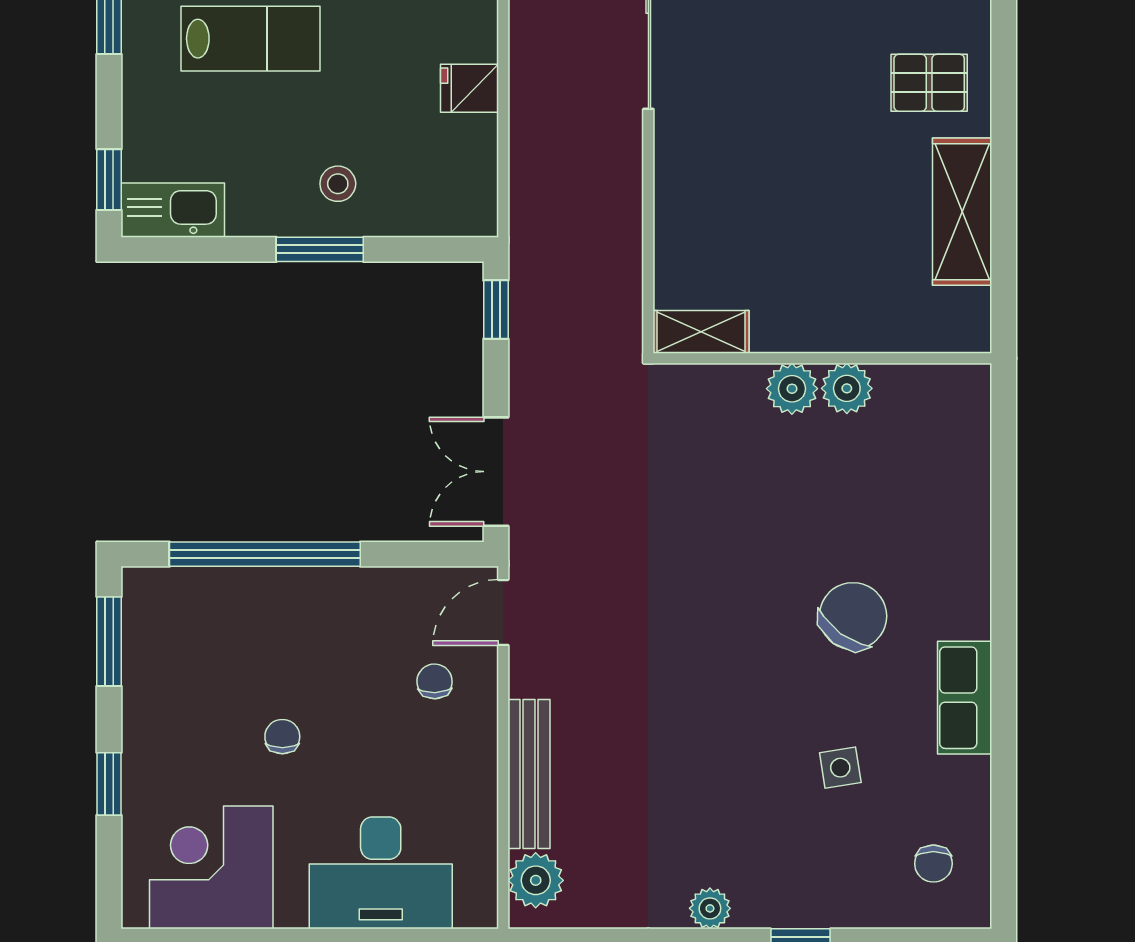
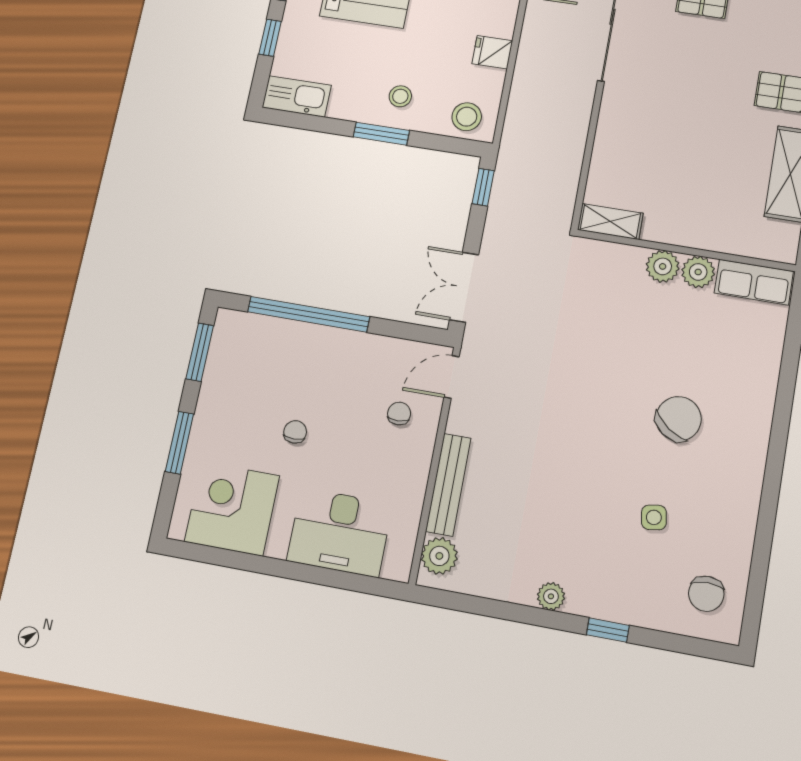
window: (109, 180) -> (270, 38), moved
stool: (449, 200) -> (467, 117), added
row of seats: (965, 698) -> (754, 282), moved, turned -90
window: (109, 784) -> (180, 443), width x1.50
chair: (933, 864) -> (706, 594), width x1.37, depth x1.37

